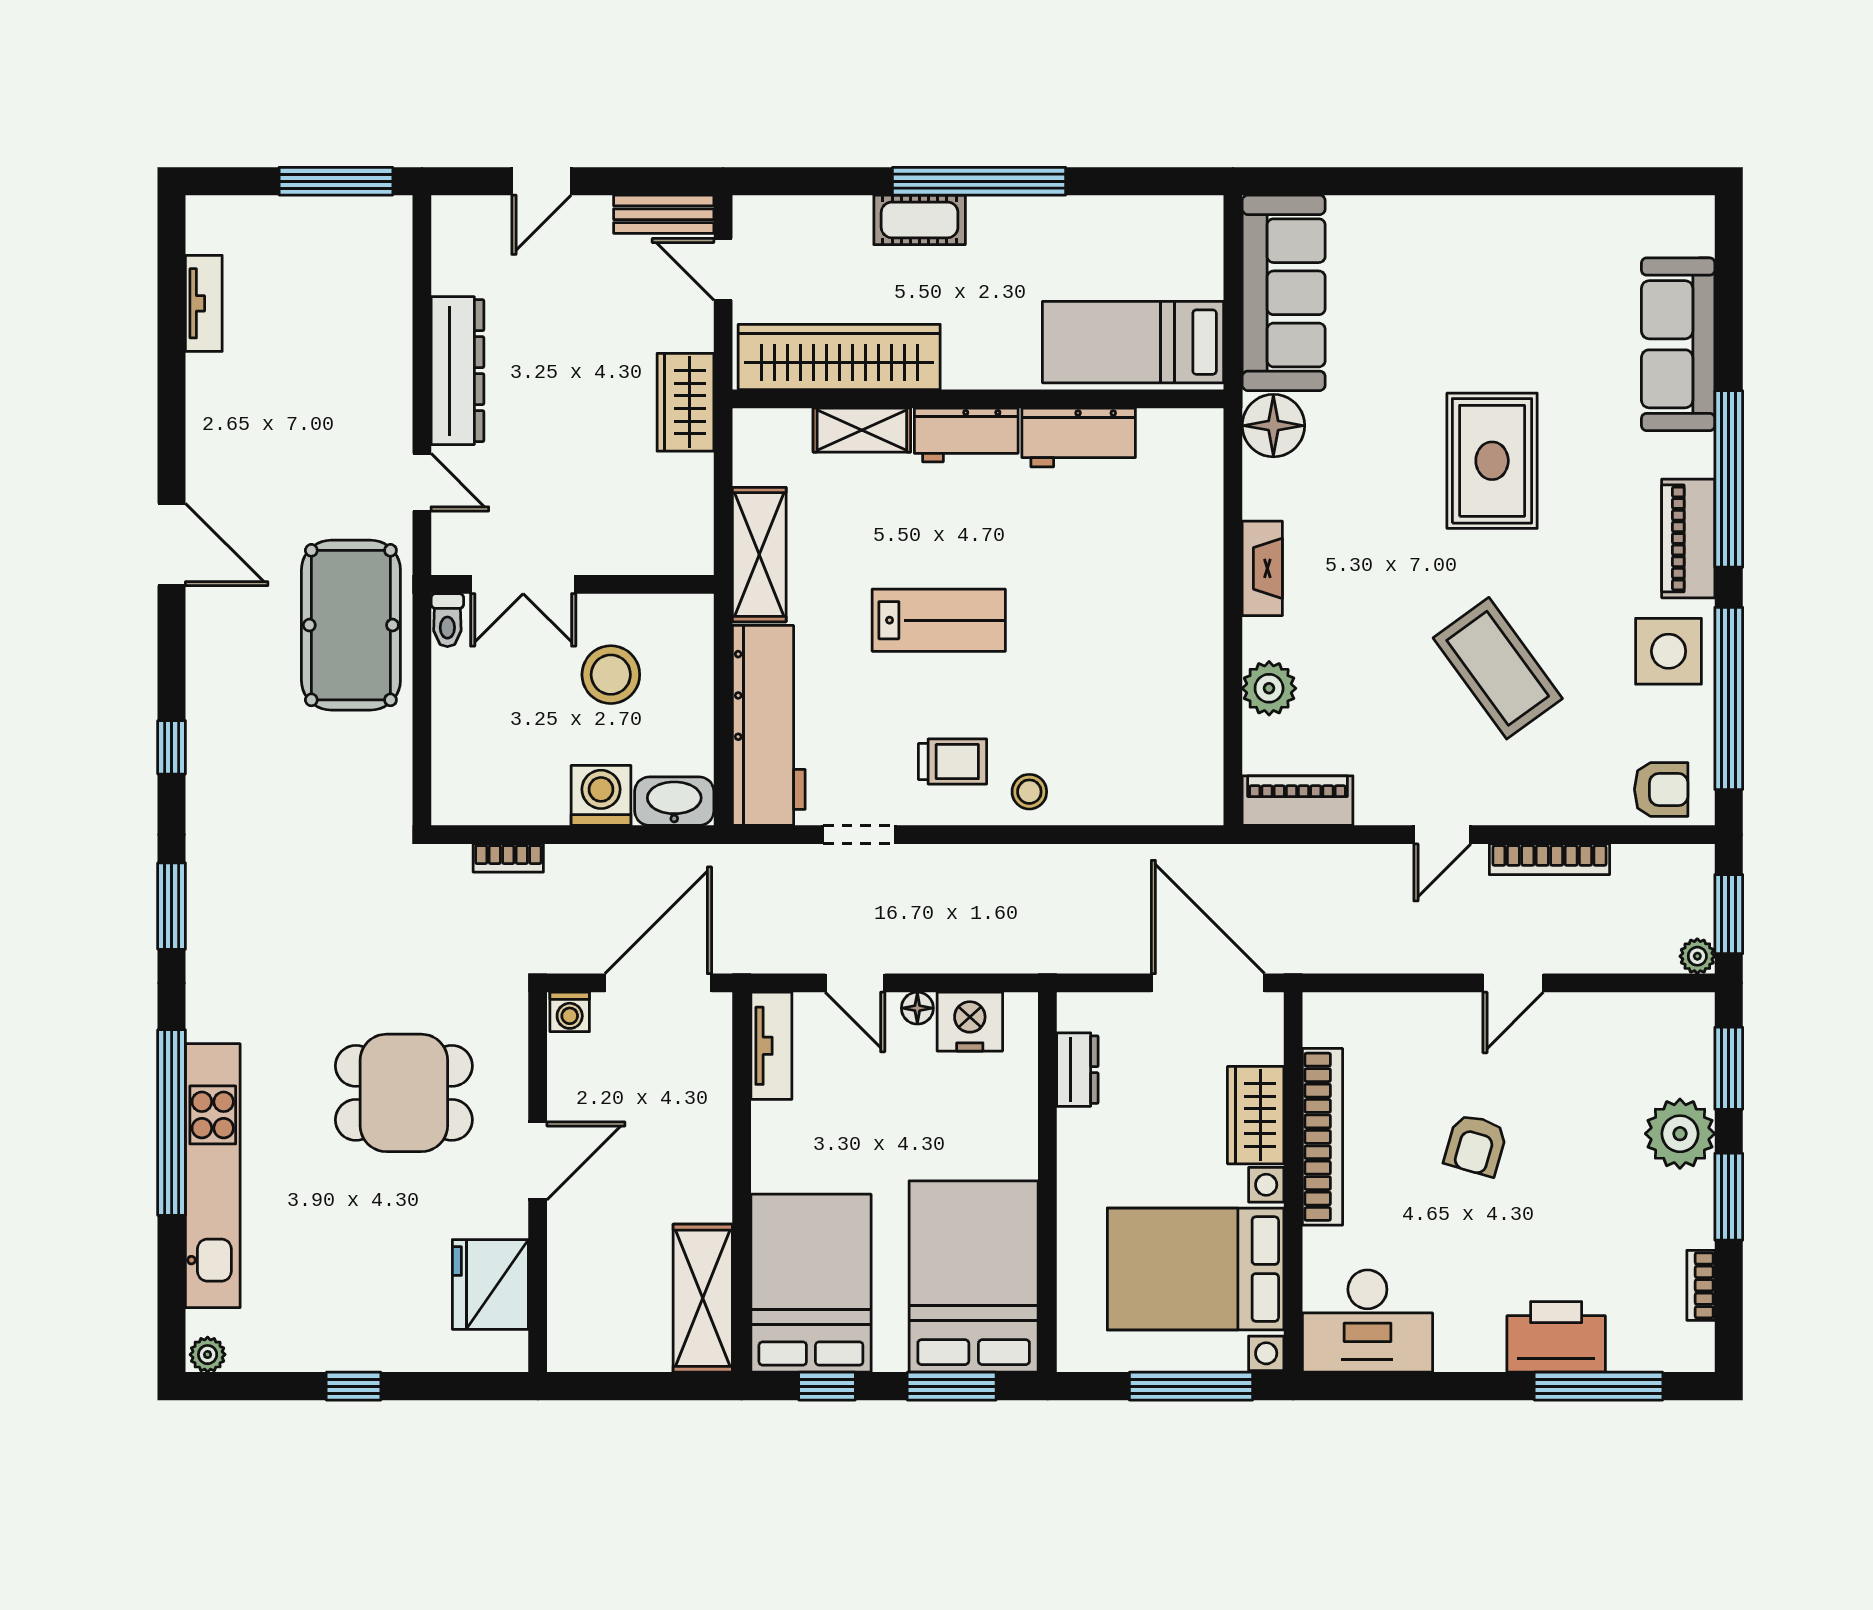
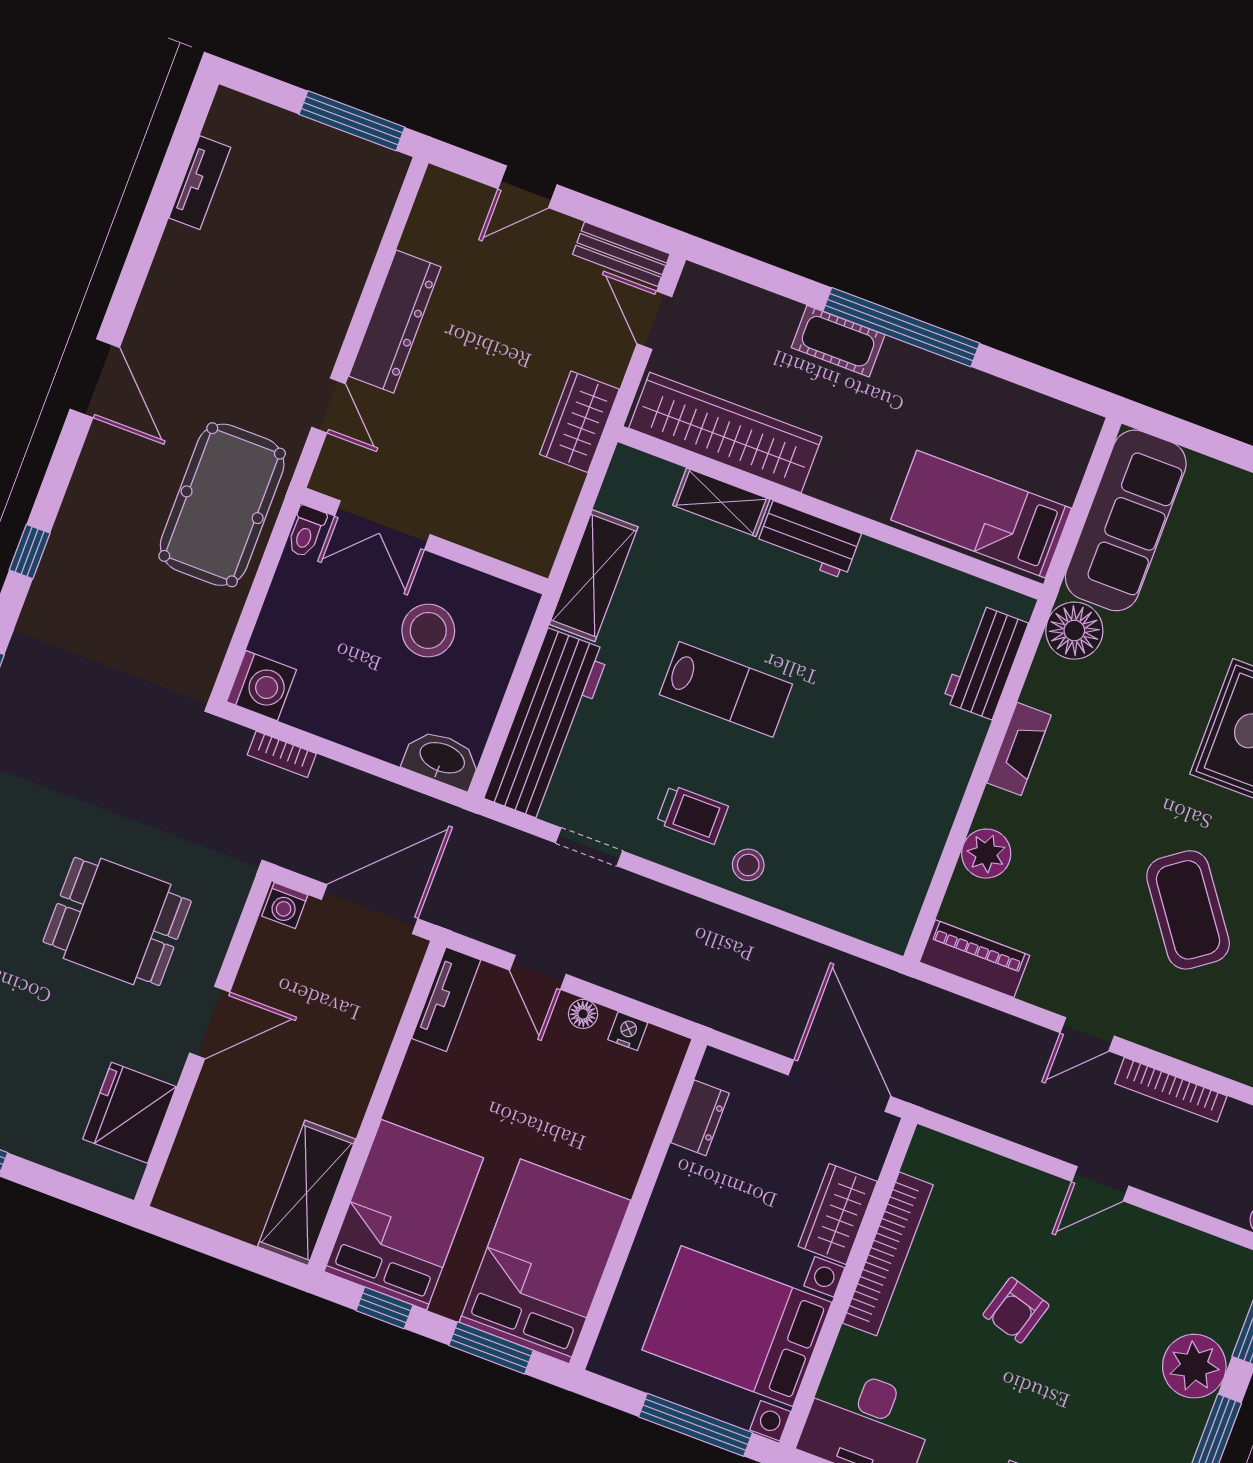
workbench: (1079, 438) -> (985, 662), moved, turned 90
washing machine: (601, 795) -> (261, 686), moved, turned 90
nightstand: (970, 1022) -> (628, 1031), width x0.53, depth x0.56

